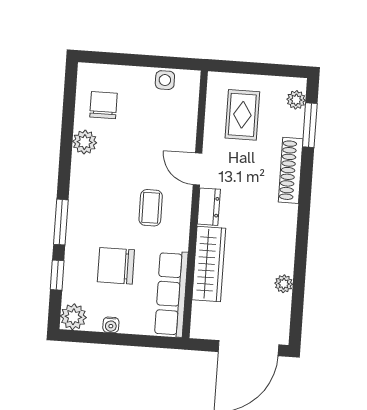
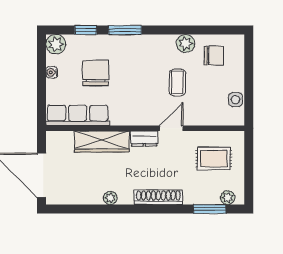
shoe rack: (291, 170) -> (158, 197), moved
coffee table: (151, 208) -> (177, 83), moved, turned 90
plant: (284, 284) -> (110, 198), moved

